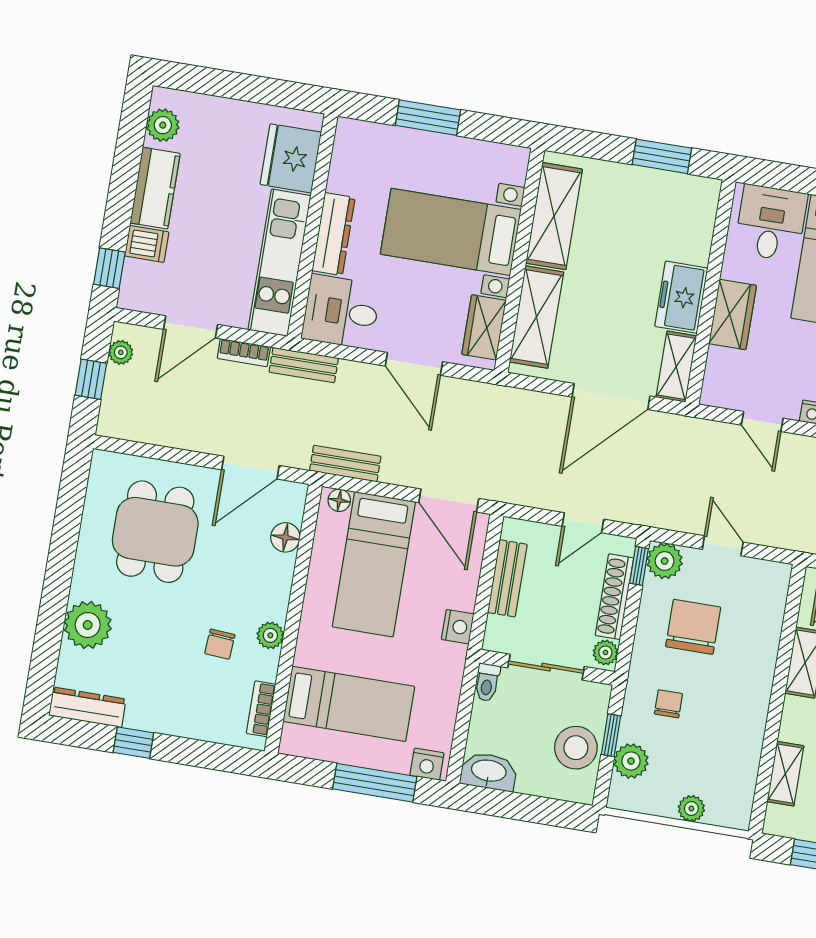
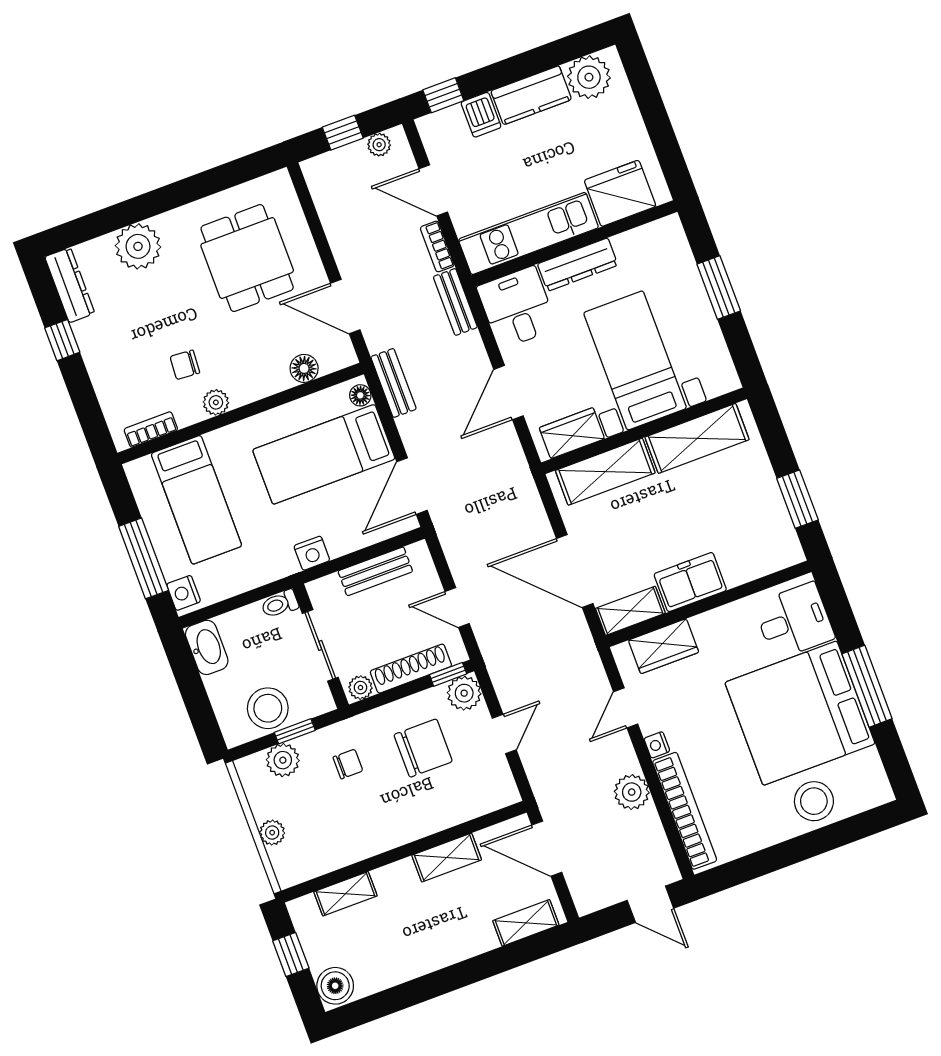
plant: (163, 125) -> (589, 77), width x1.36, depth x1.36
wardrobe: (733, 315) -> (664, 646), moved
dining table: (155, 532) -> (247, 258), turned 90

